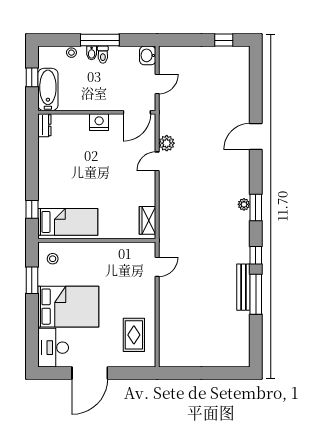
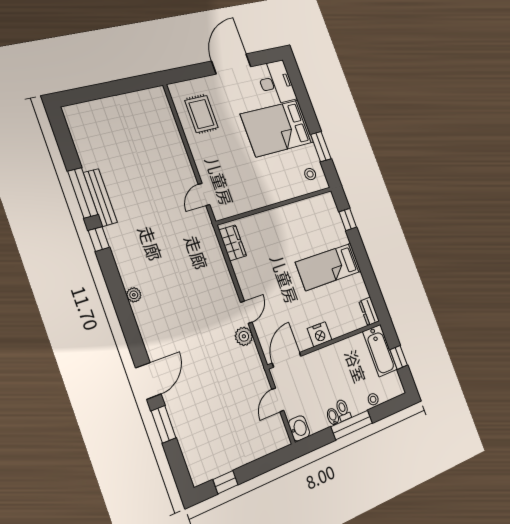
bidet: (92, 53) -> (333, 417), moved
window: (256, 207) -> (164, 424), moved
bed: (68, 222) -> (329, 267), moved

